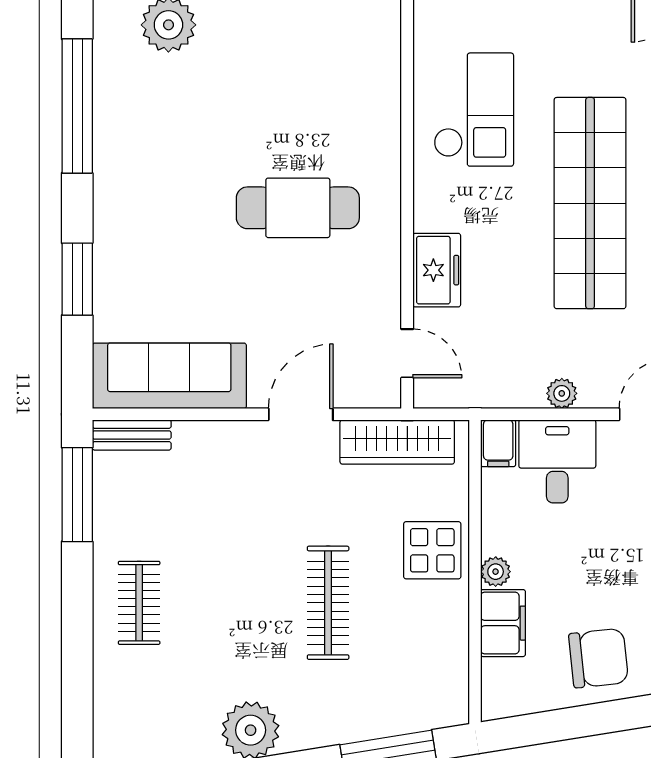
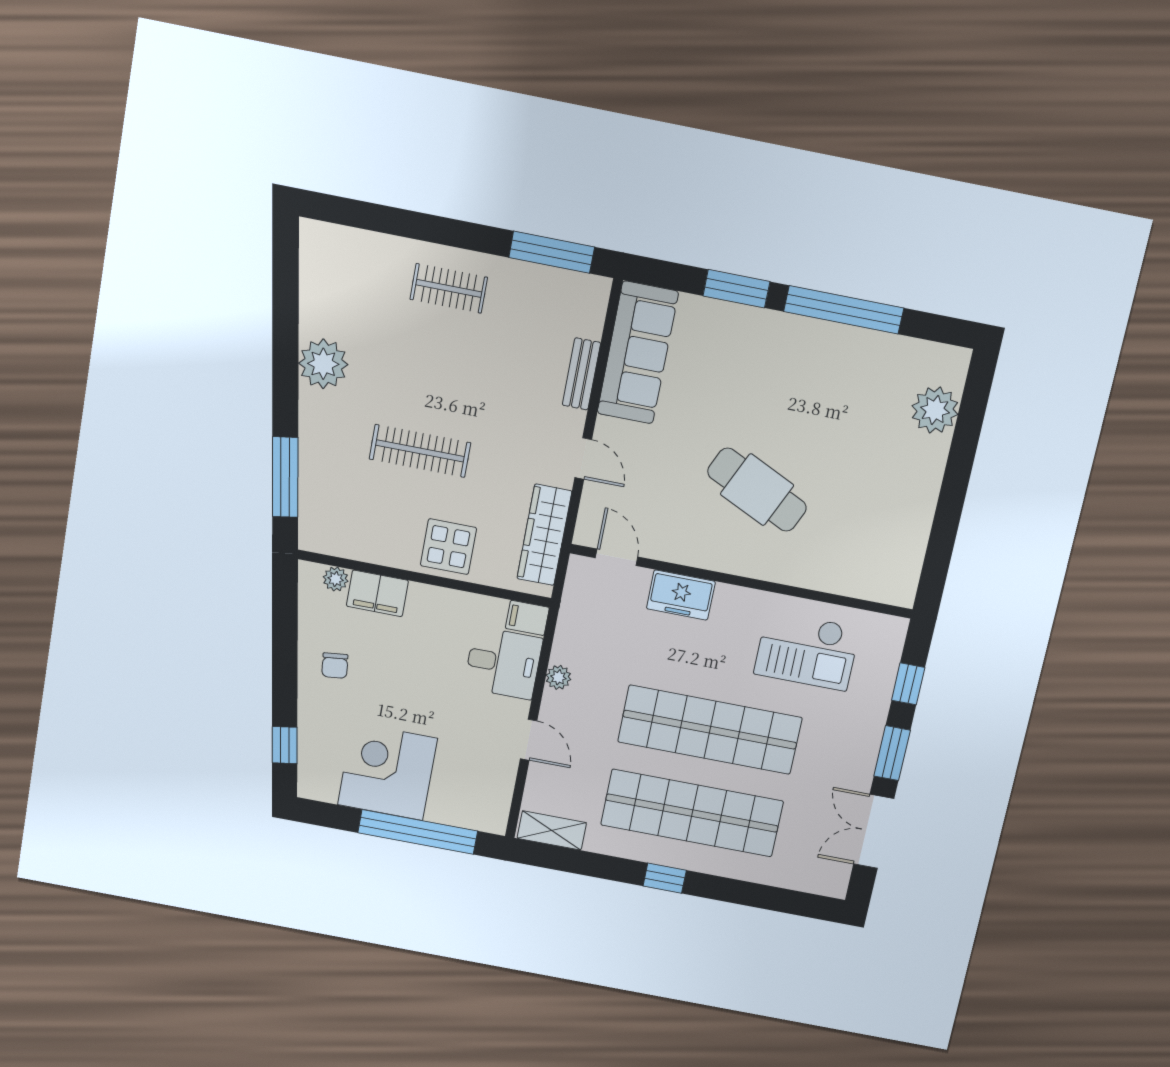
window: (77, 106) -> (844, 310), moved
cafe table: (298, 208) -> (757, 490), turned -65
door: (407, 353) -> (617, 557), swing flipped
door: (301, 414) -> (583, 459), width x0.73
bench: (132, 435) -> (581, 374), moved
plant: (496, 572) -> (336, 579), moved
chair: (599, 658) -> (335, 666), width x0.54, depth x0.54

